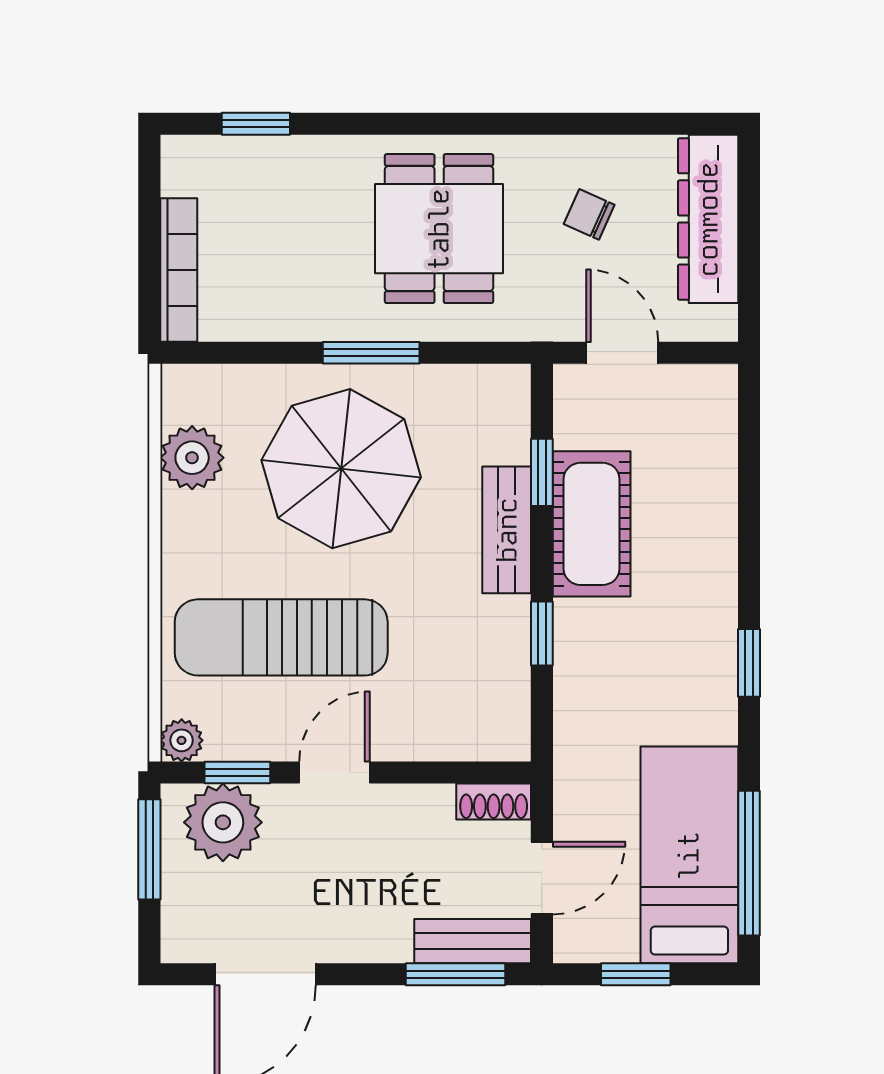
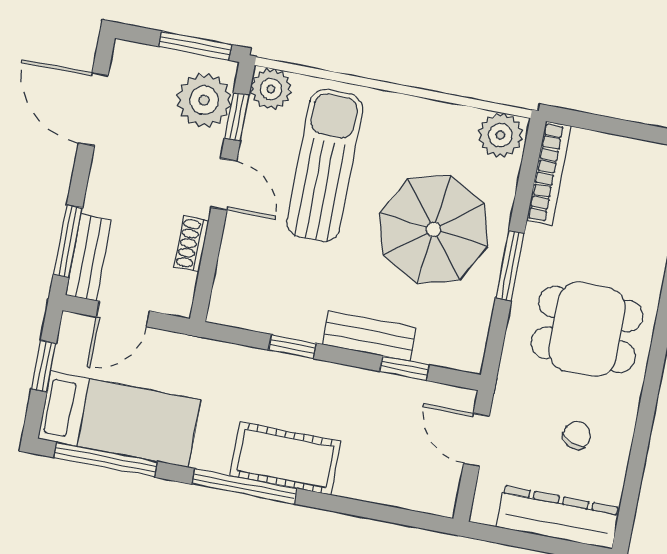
bookcase: (179, 270) -> (549, 173), moved, turned -90
door: (622, 353) -> (476, 440), swing flipped
plant: (192, 458) -> (500, 135), moved
cot: (592, 524) -> (285, 458), moved
window: (749, 663) -> (244, 486), width x2.17
plant: (182, 740) -> (271, 89), width x1.38, depth x1.38
shoe rack: (494, 802) -> (191, 244), moved
door: (542, 878) -> (123, 314), hinge flipped

